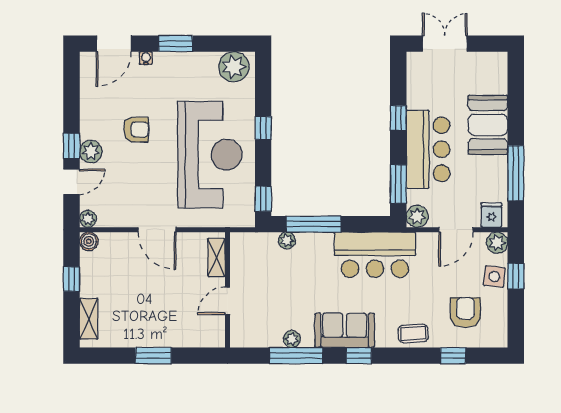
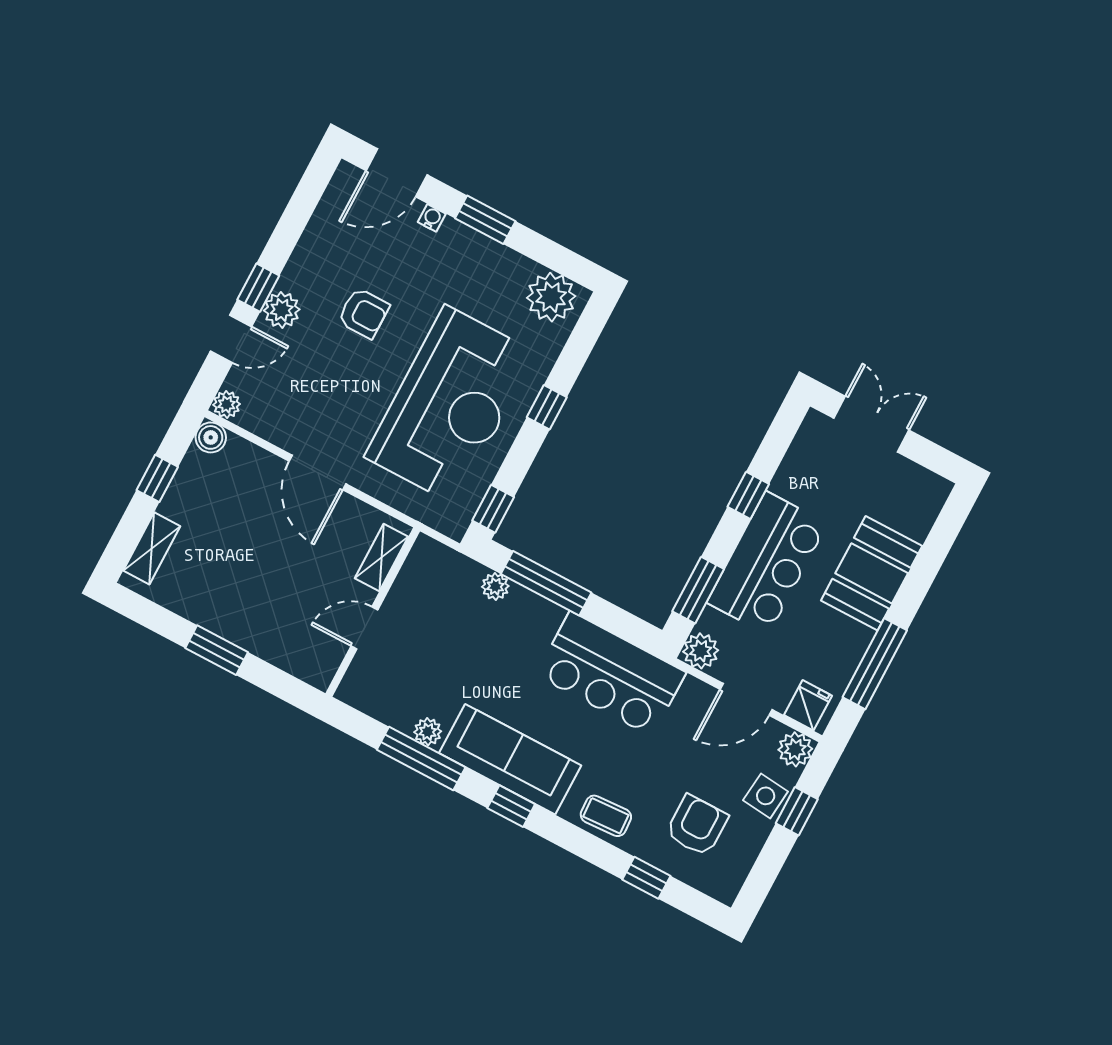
sofa: (345, 330) -> (510, 759), width x1.36

